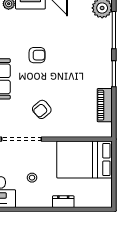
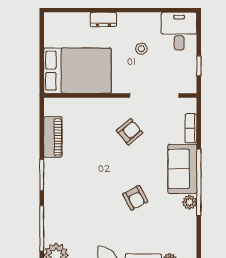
armchair: (37, 55) -> (135, 198), turned -118

